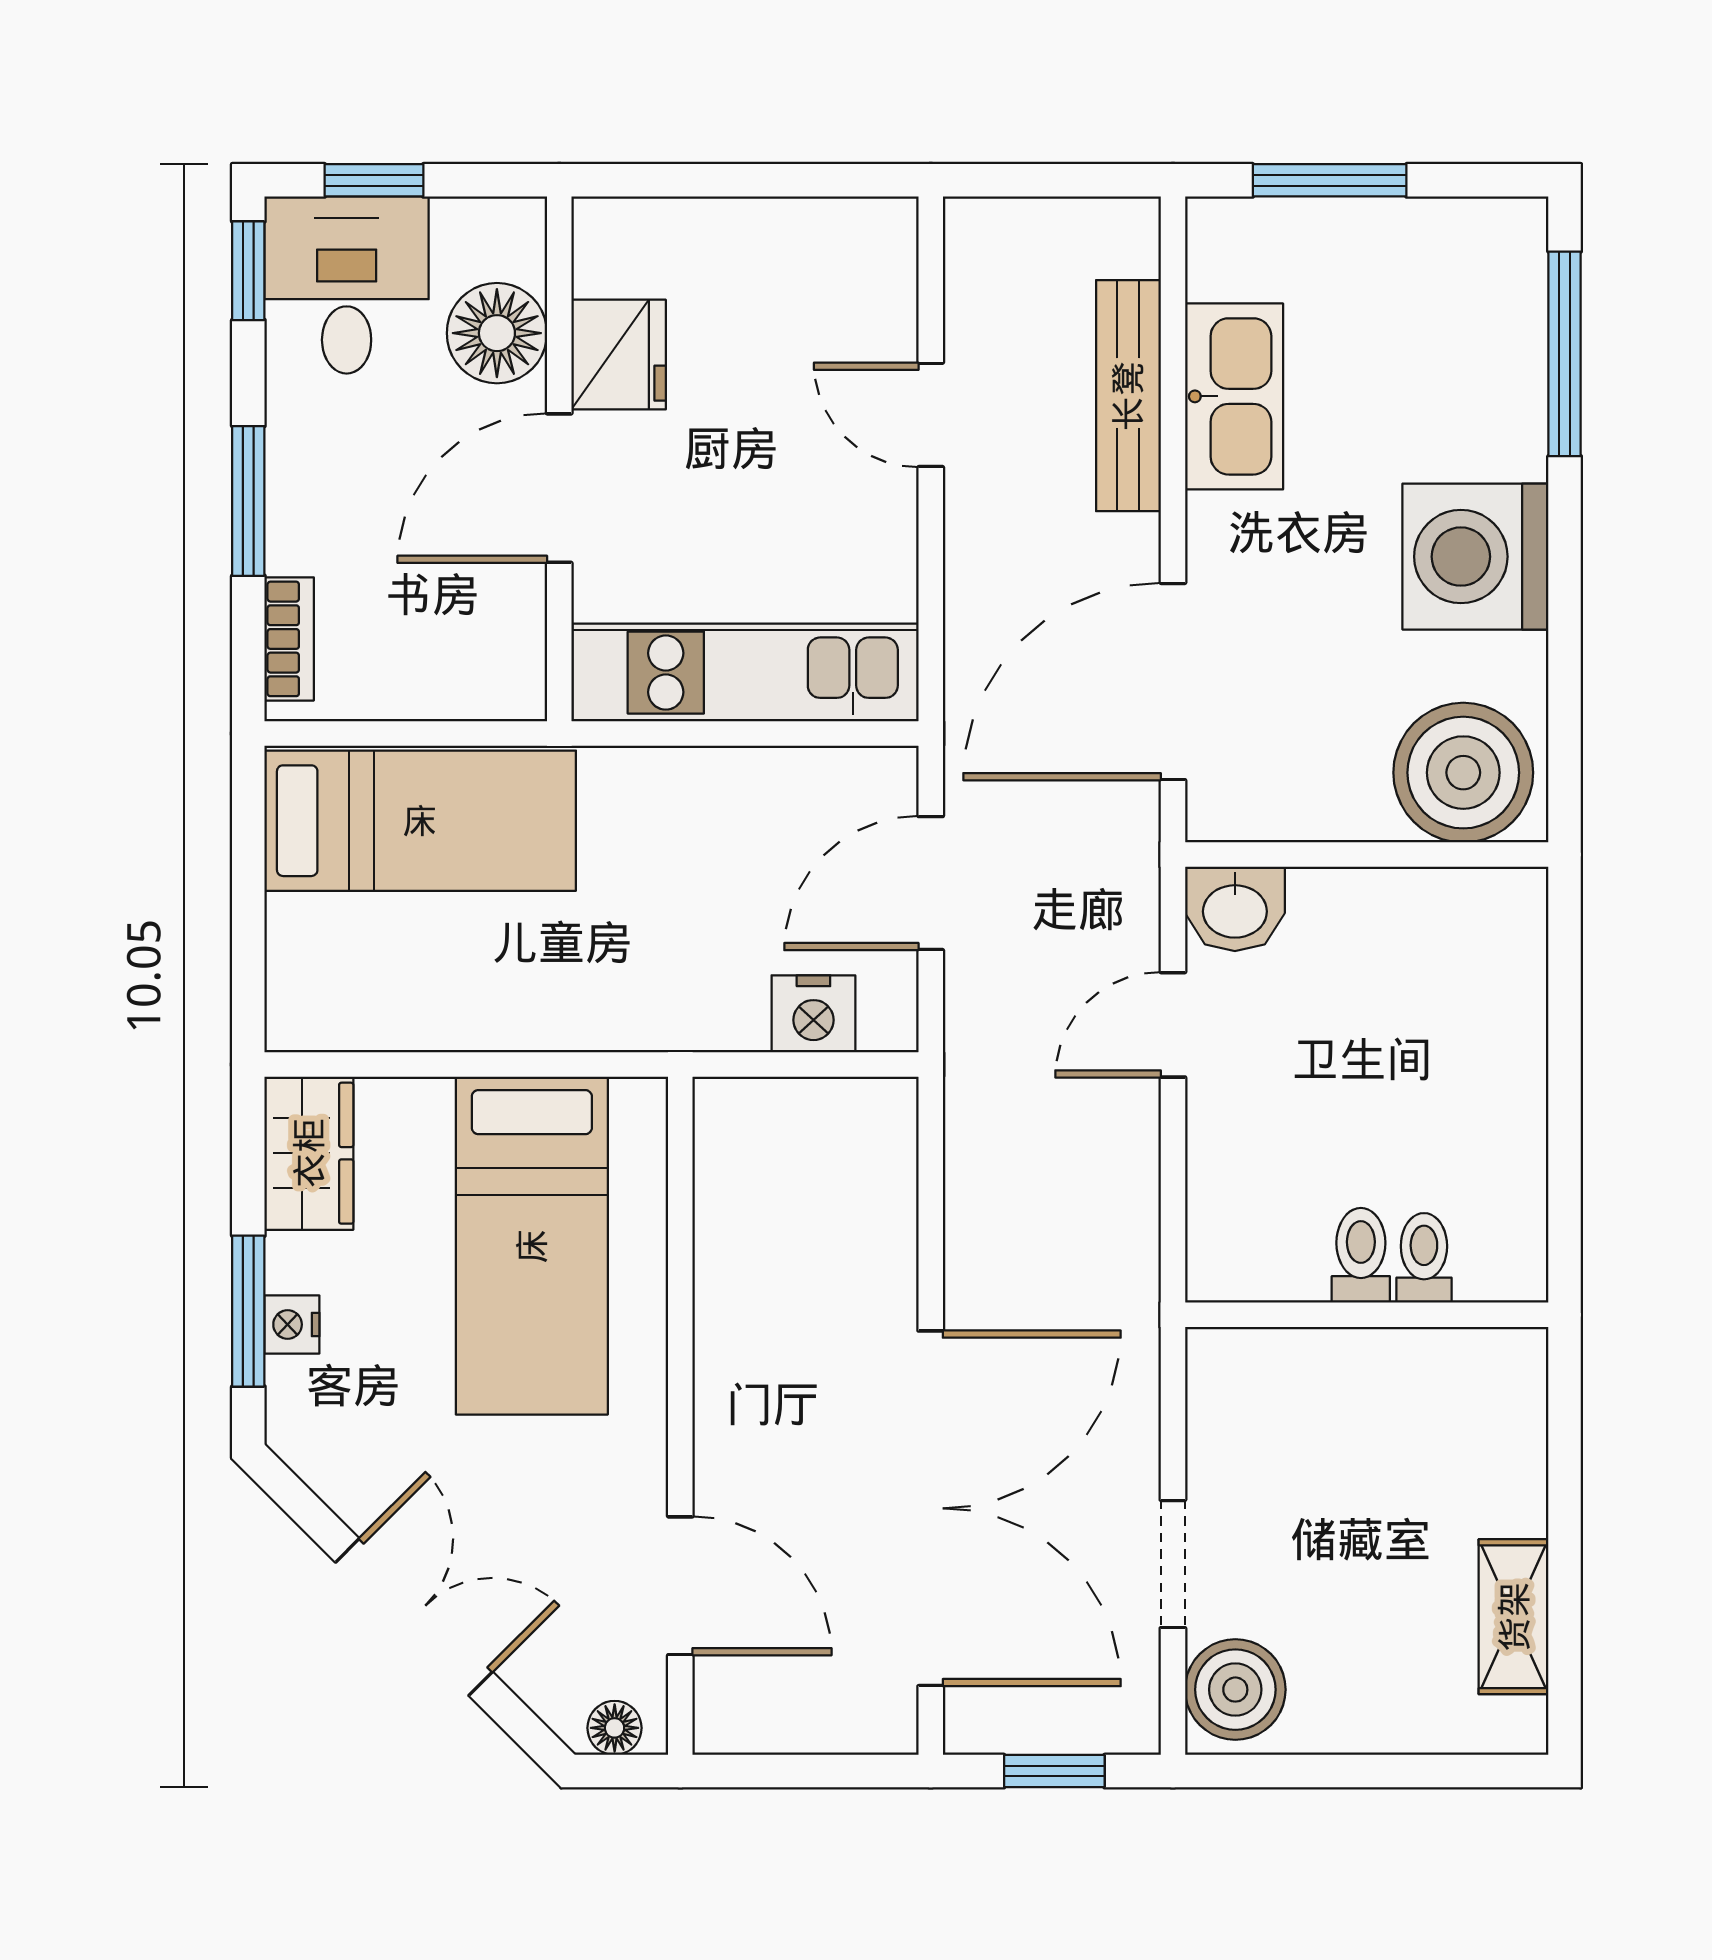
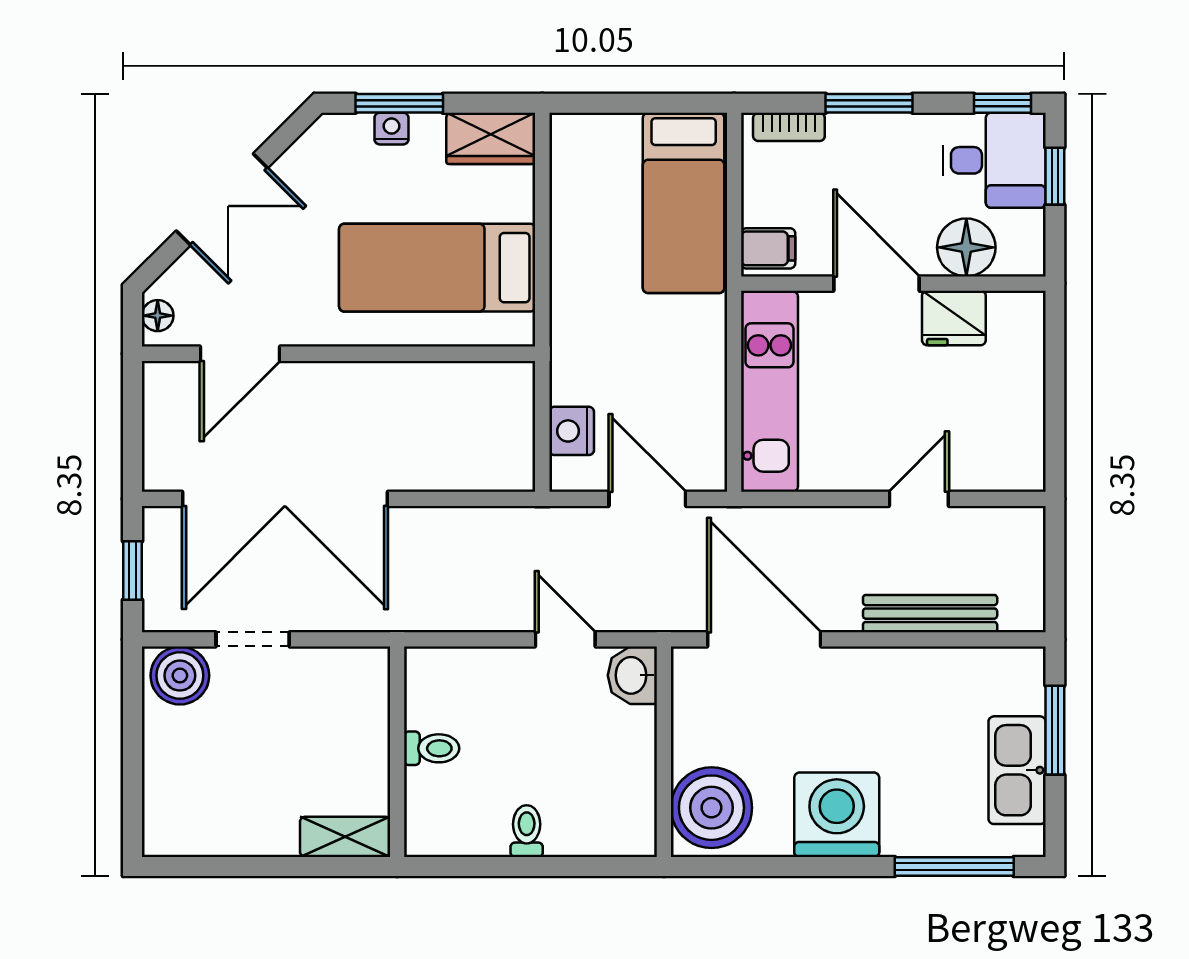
kitchen sink: (1234, 396) -> (1017, 770), moved, turned 90
filing cabinet: (499, 675) -> (768, 248), added
toilet: (1424, 1258) -> (527, 831), moved, turned -90
shelving: (1514, 1617) -> (345, 837), moved

